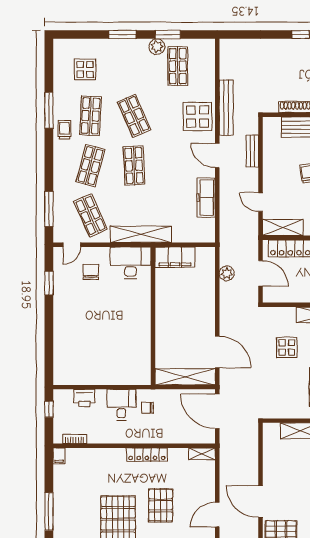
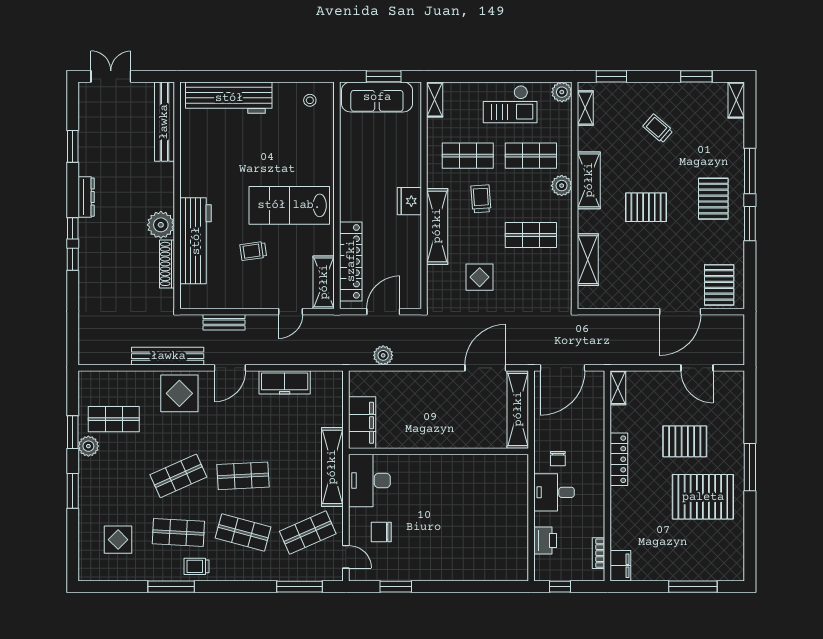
filing cabinet: (59, 456) -> (620, 566), width x2.00

